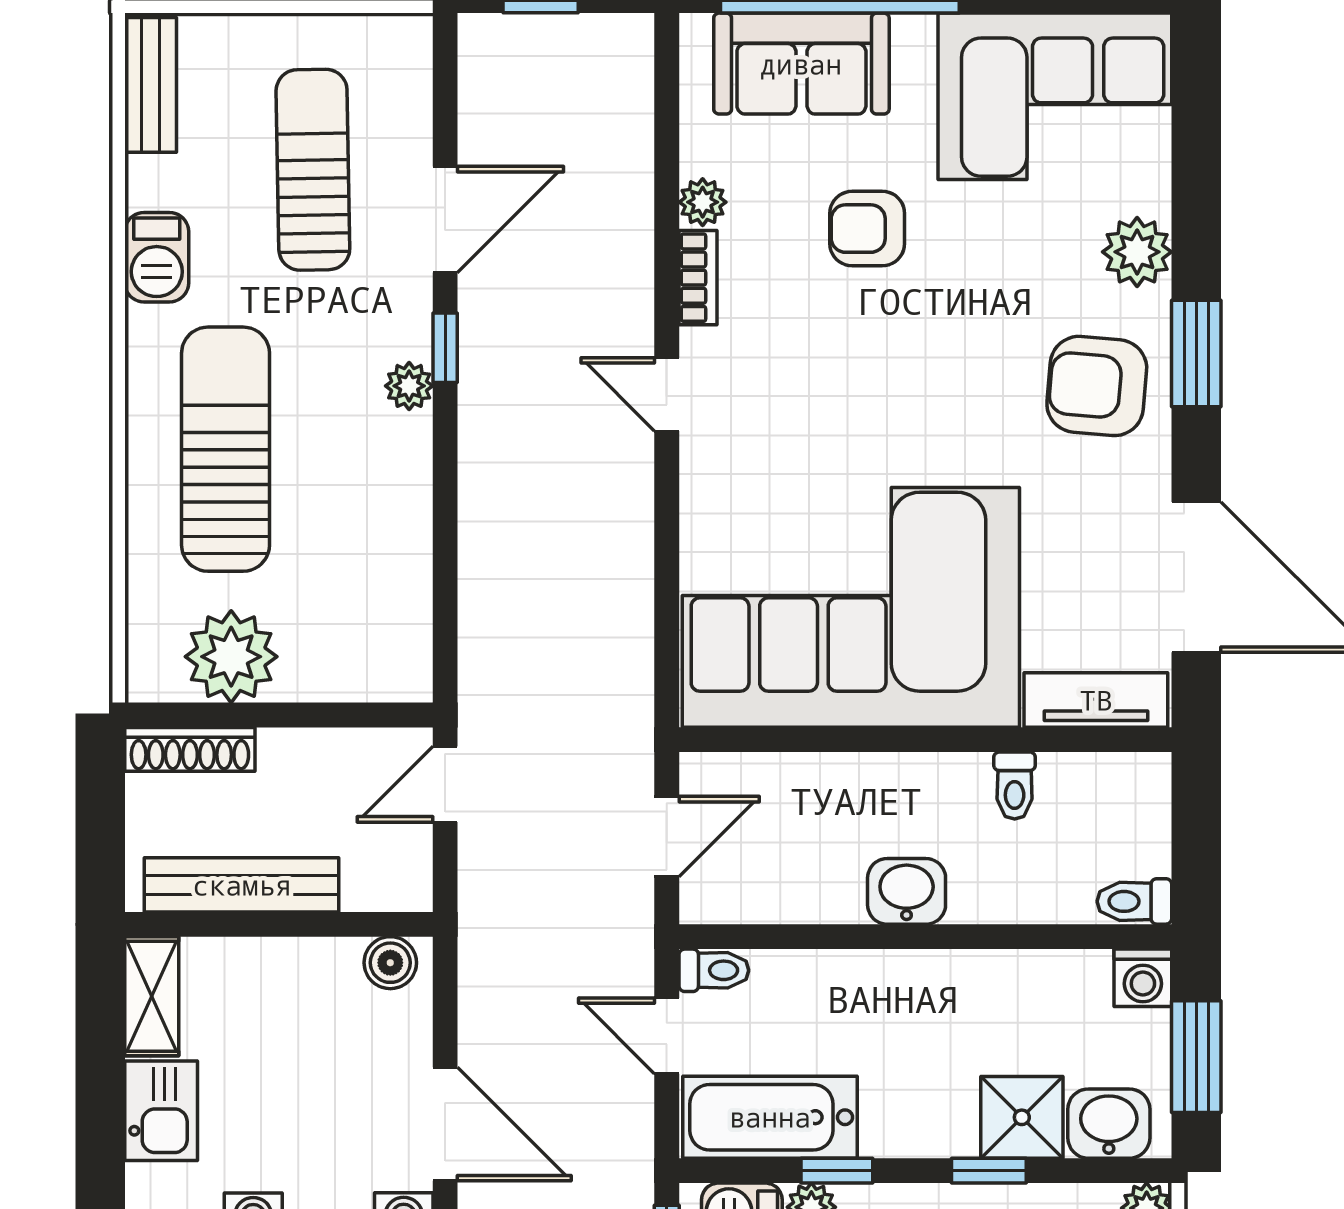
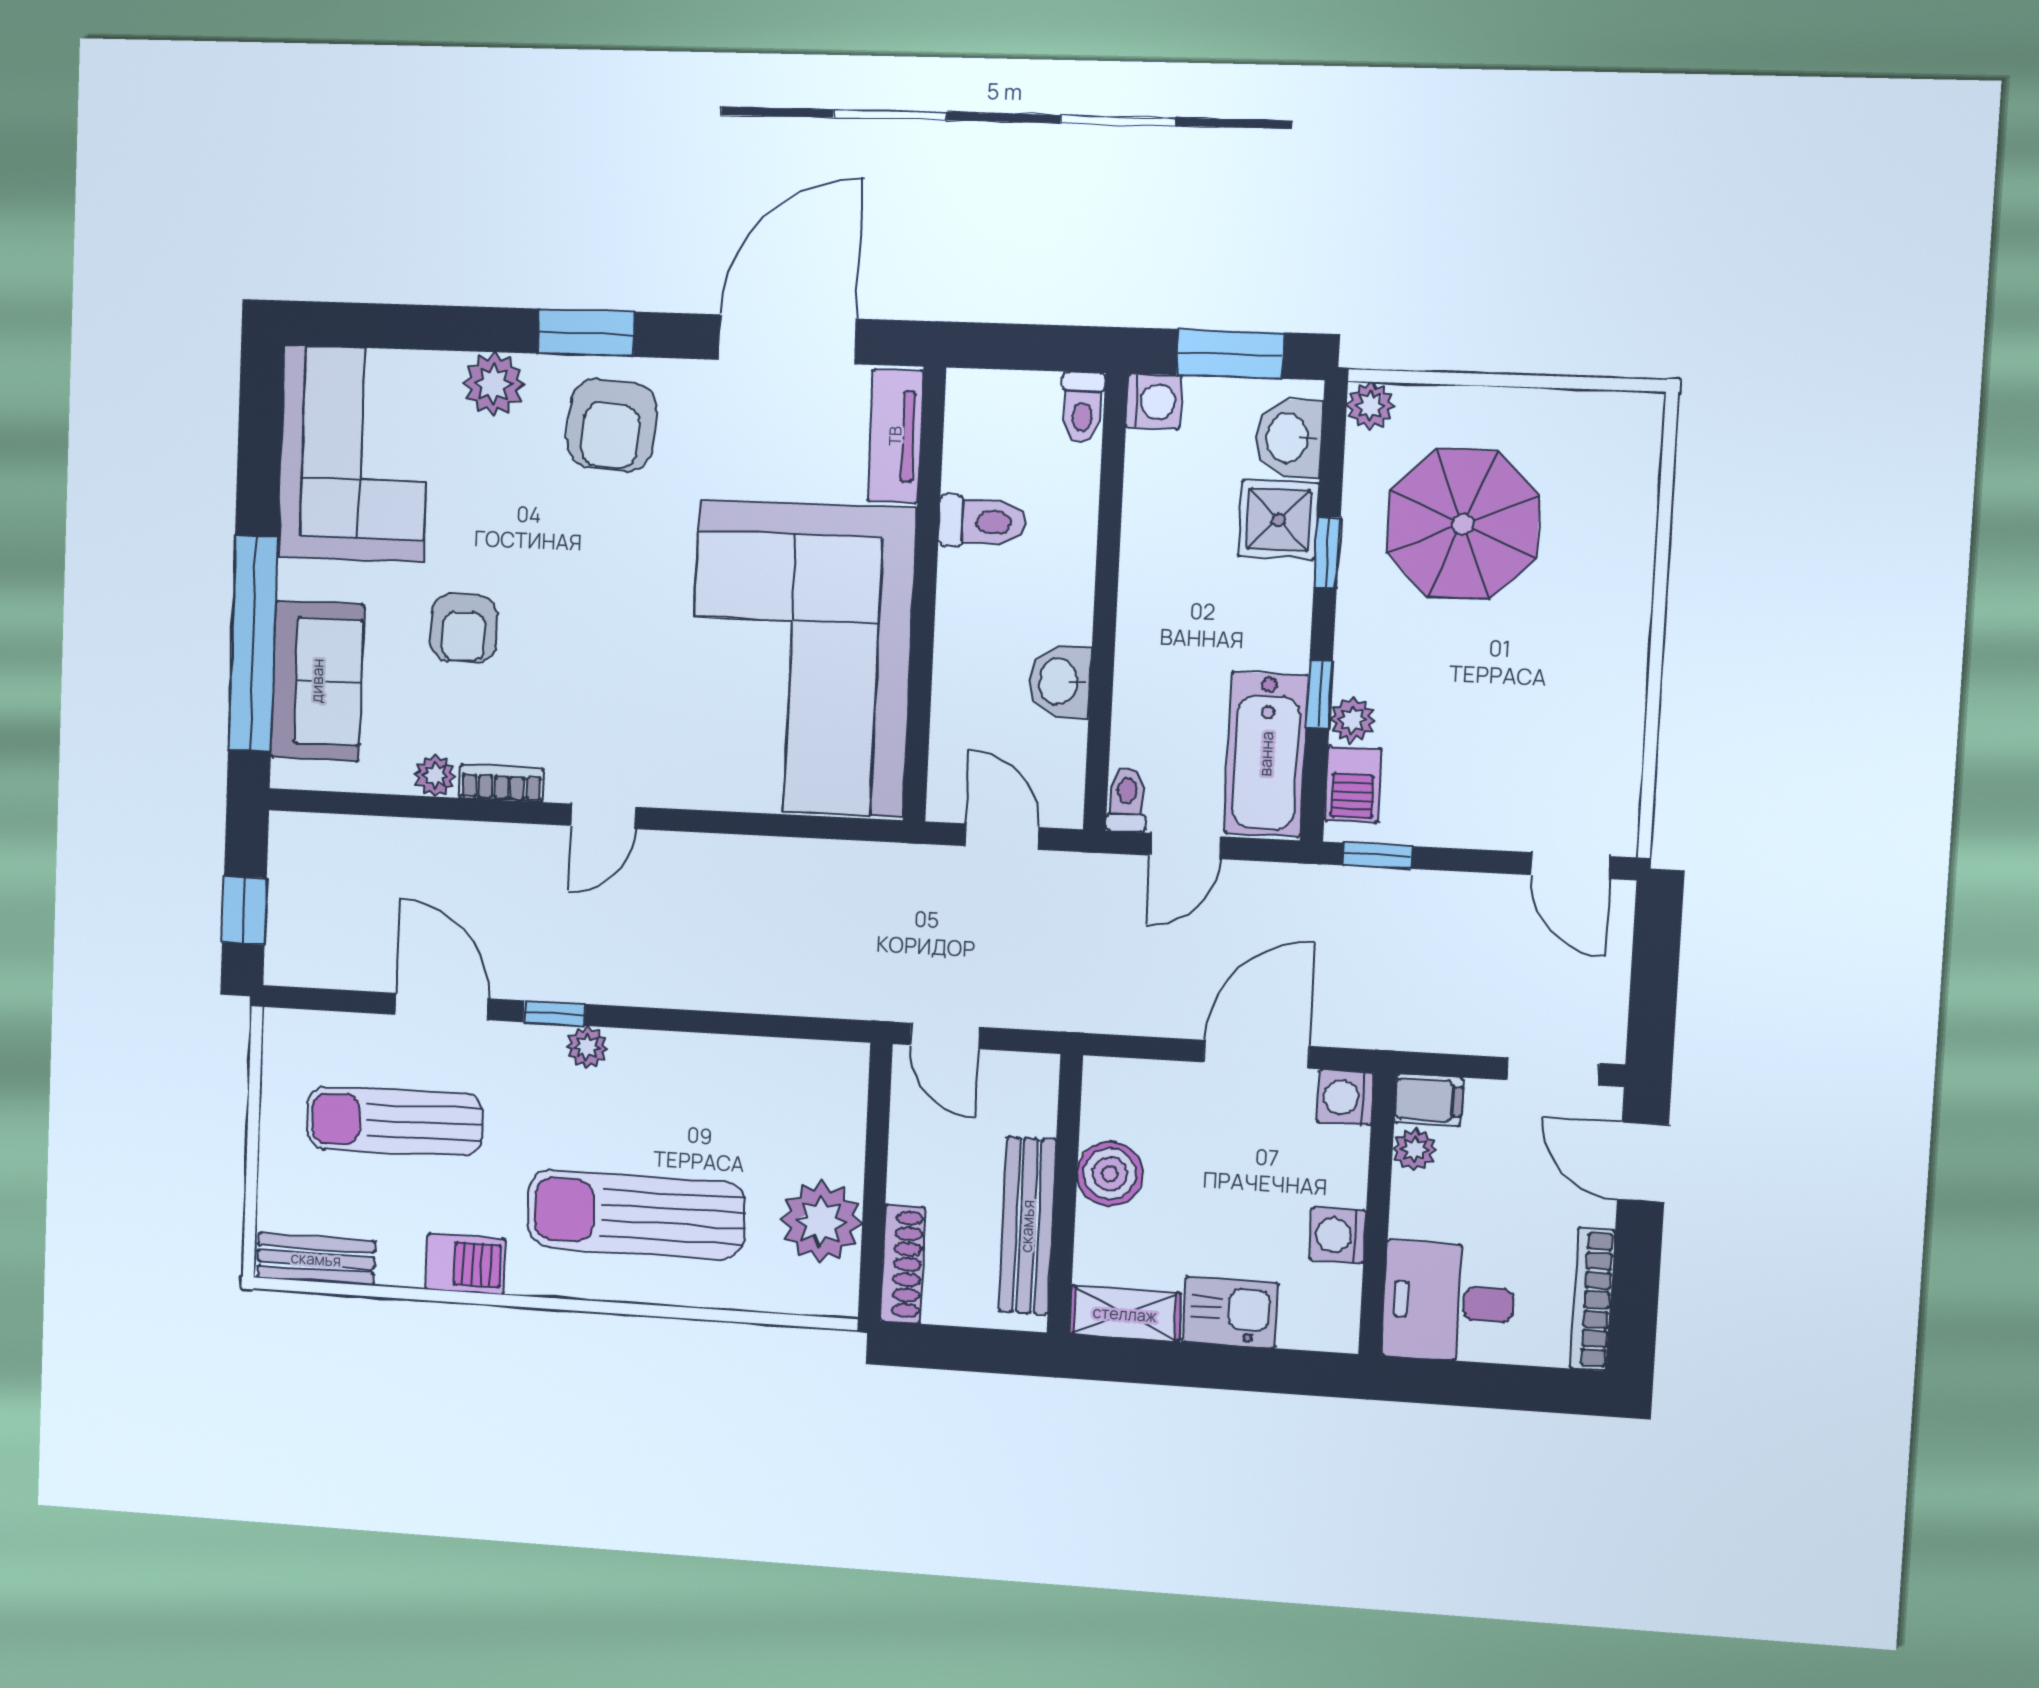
toilet: (1015, 786) -> (982, 522), width x1.37, depth x1.39
washbasin: (907, 891) -> (1060, 682), moved
boiler: (390, 963) -> (1110, 1174), moved, width x1.36, depth x1.36

